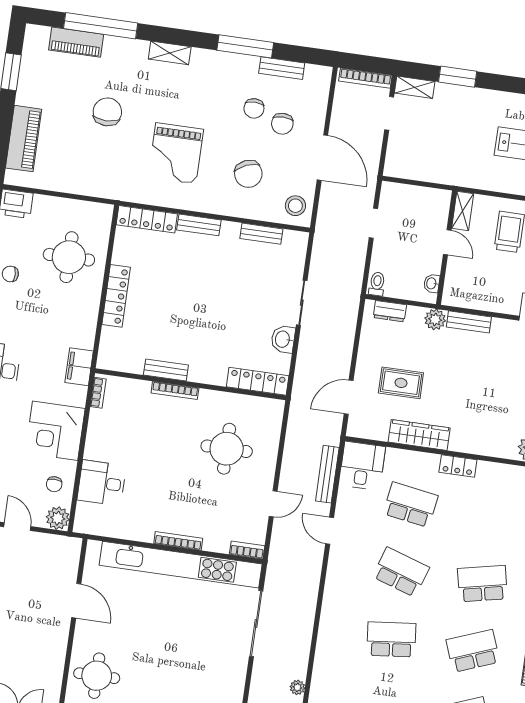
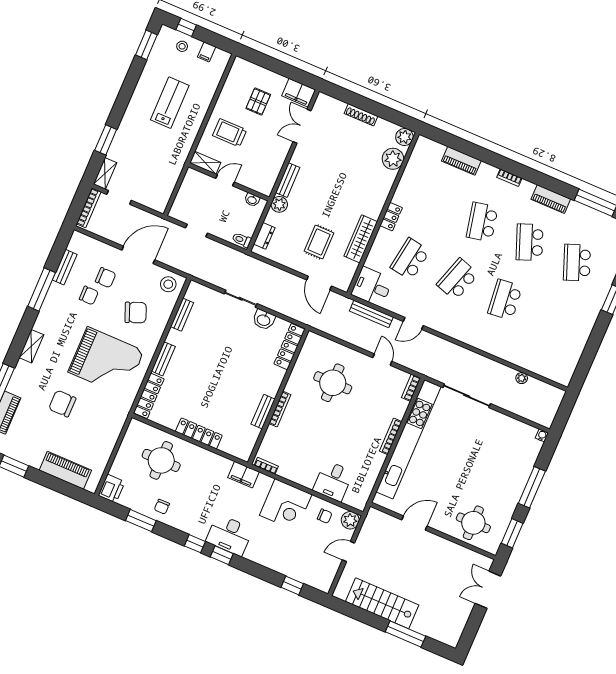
grand piano: (176, 153) -> (106, 361), width x1.37, depth x1.48

